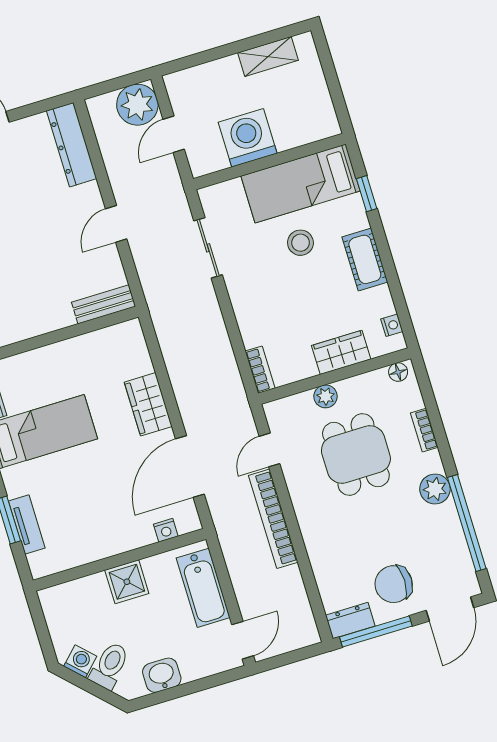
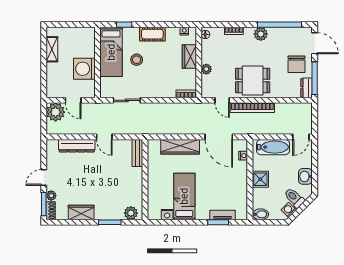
dresser: (72, 145) -> (77, 146), moved
wardrobe: (148, 404) -> (180, 147), width x1.50
dining table: (356, 454) -> (253, 81), moved
bidet: (53, 604) -> (260, 214), added
door: (243, 640) -> (301, 137), swing flipped

